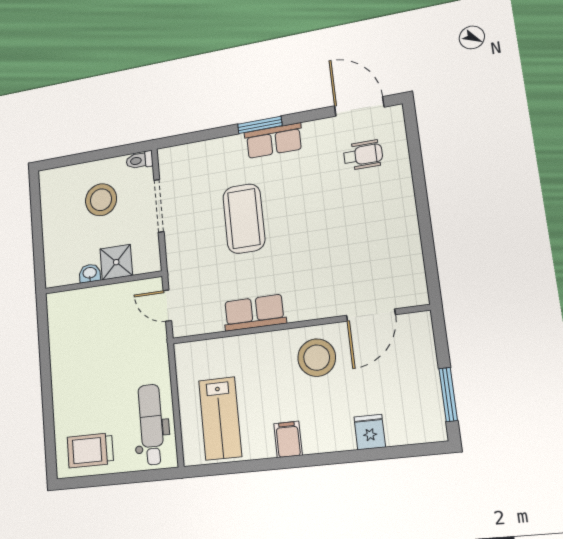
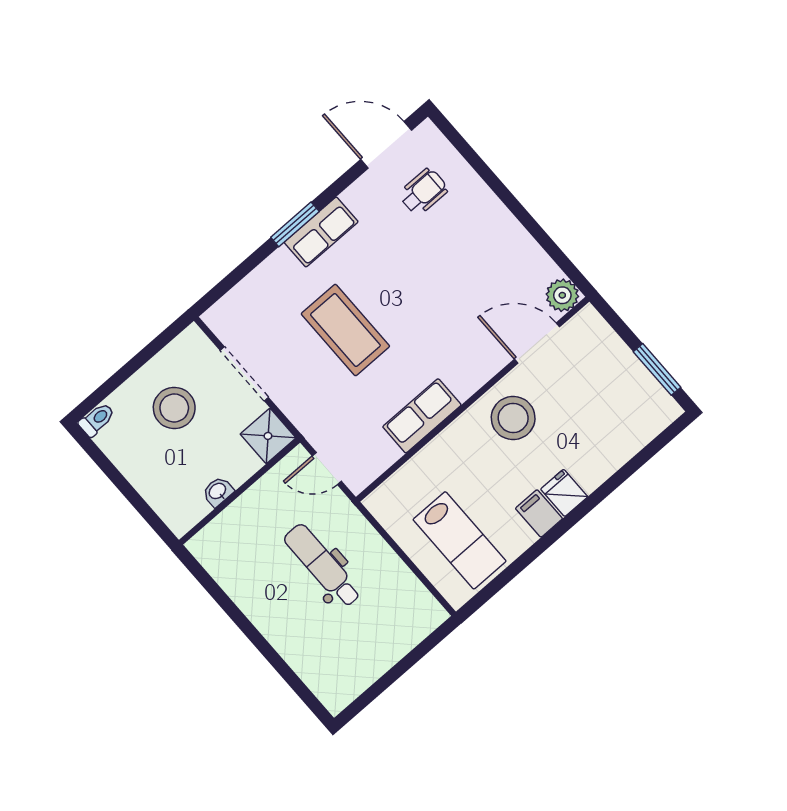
toilet: (139, 160) -> (97, 420), moved, turned 180
shower: (116, 262) -> (268, 436), moved
plant: (413, 292) -> (562, 295), added
door: (371, 315) -> (537, 343), swing flipped
dental chair: (151, 424) -> (323, 566), moved
fridge: (370, 432) -> (564, 493), moved
trolley: (90, 450) -> (349, 665), removed

